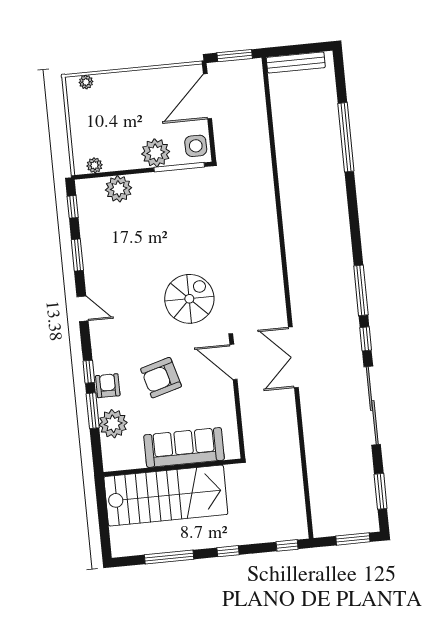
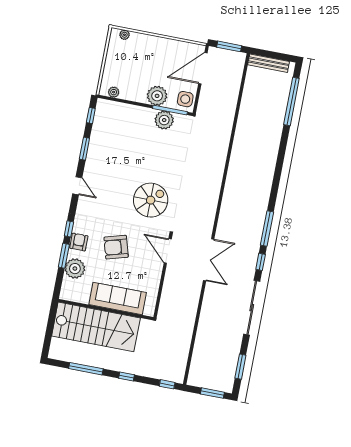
window: (346, 137) -> (291, 102), moved
plant: (119, 189) -> (164, 120), moved
double door: (293, 357) -> (209, 260), swing flipped

